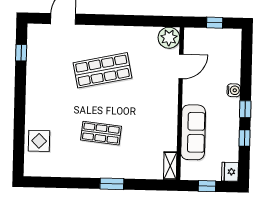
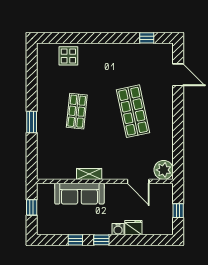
shelving: (170, 166) -> (89, 174), moved
fridge: (230, 172) -> (133, 228), moved

